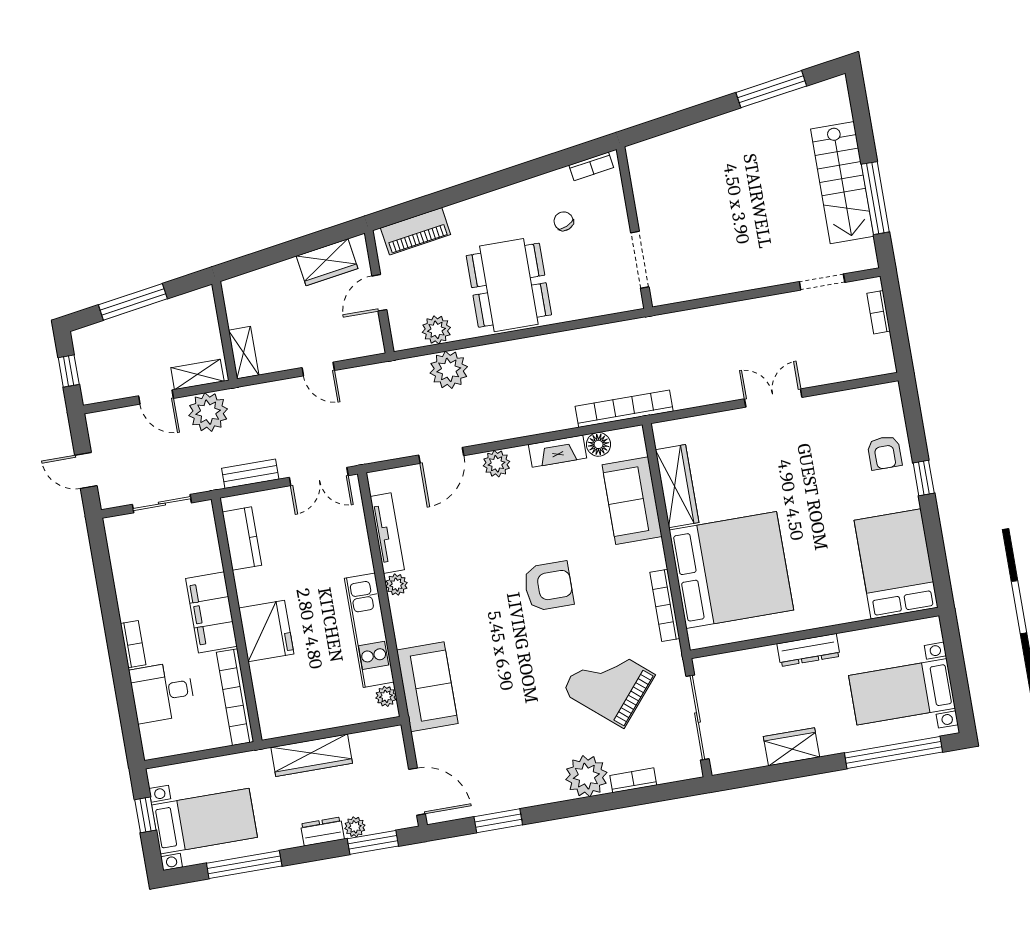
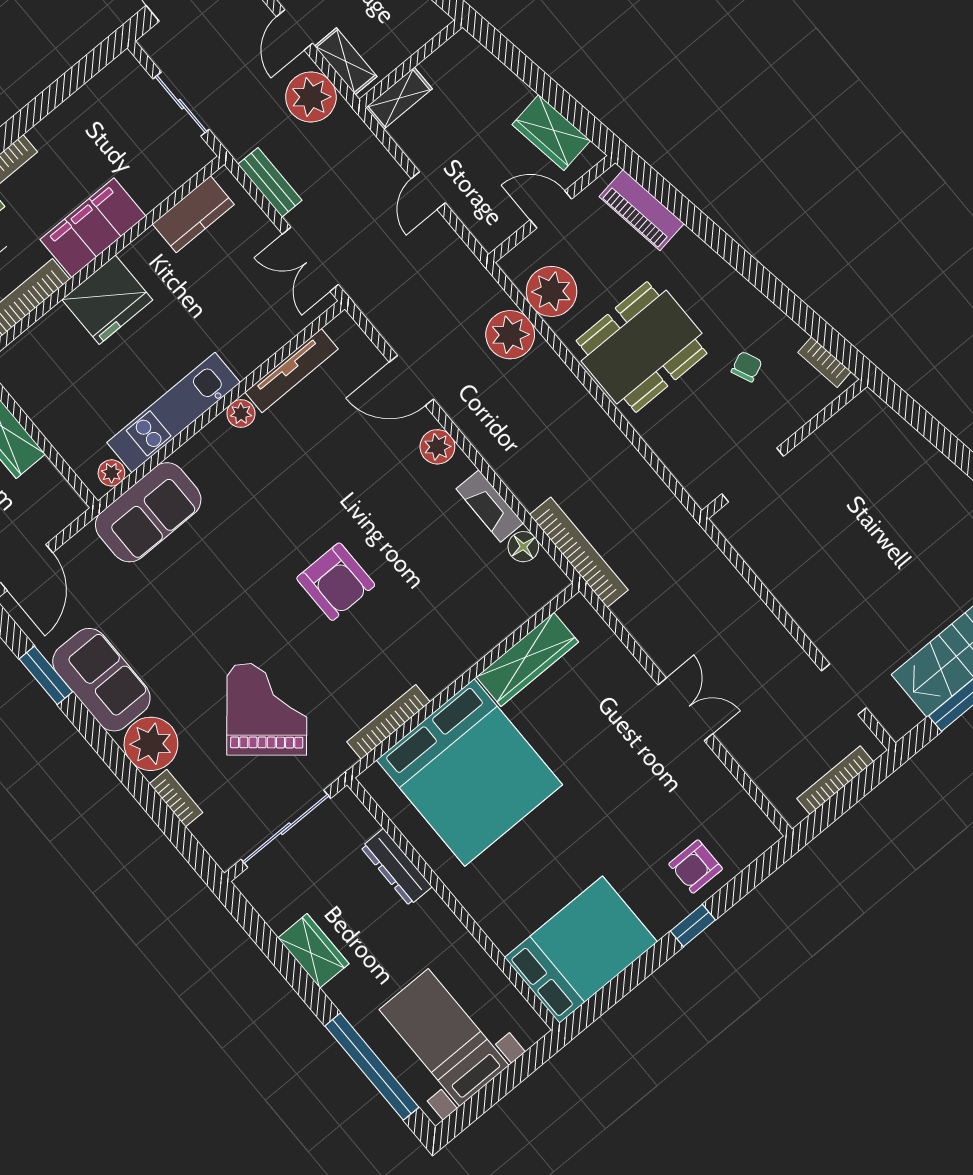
bookcase: (879, 312) -> (835, 780), width x1.56
plant: (436, 330) -> (552, 291), width x1.36, depth x1.36
sofa: (632, 501) -> (101, 680), moved, turned 90
dresser: (808, 650) -> (396, 867), moved

